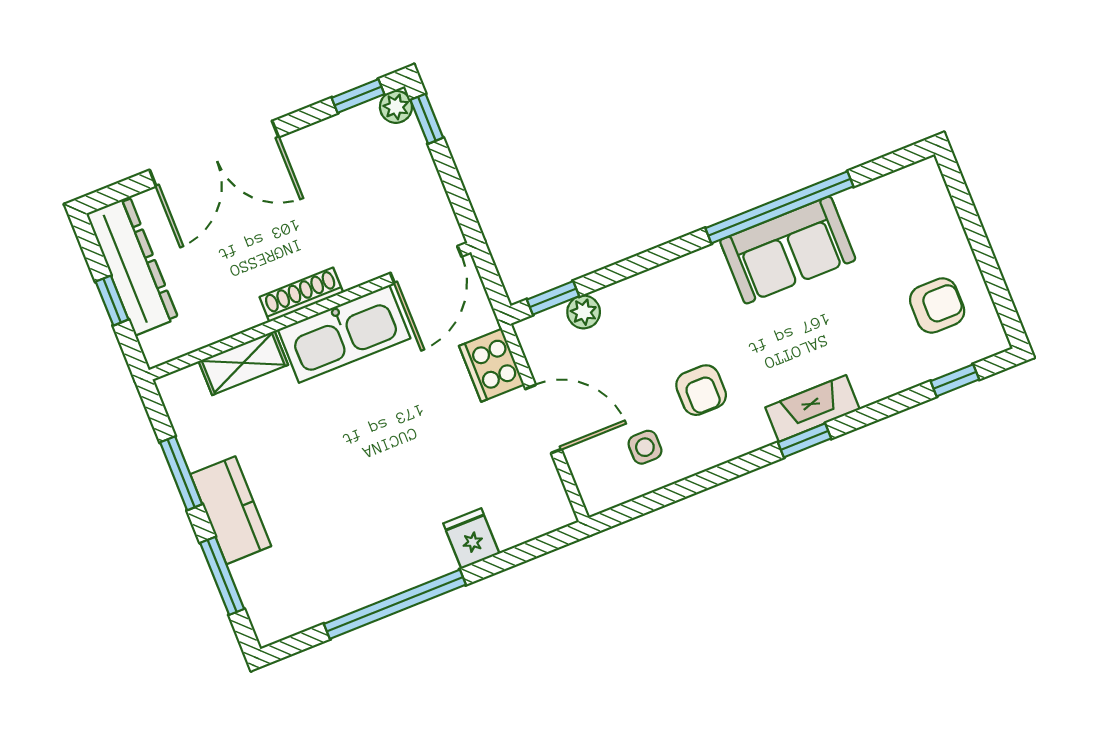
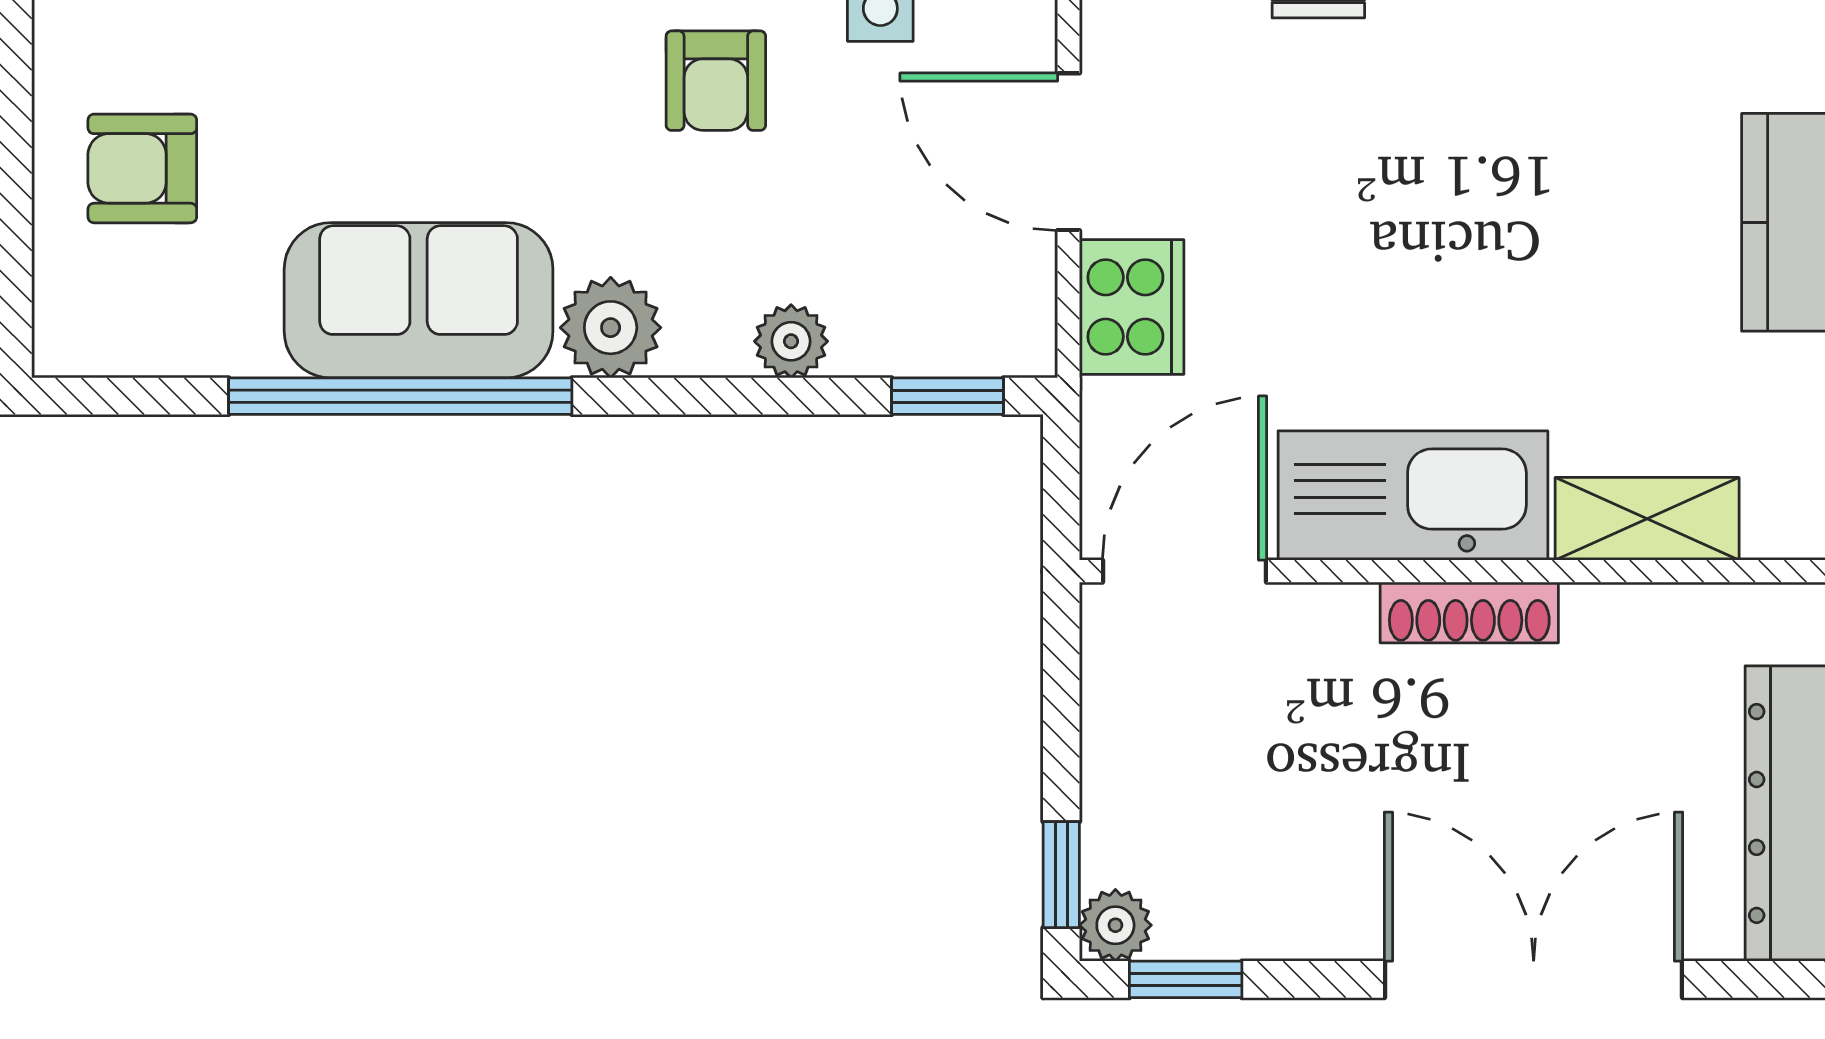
plant: (704, 271) -> (611, 328), added
armchair: (937, 305) -> (142, 168), moved
plant: (584, 312) -> (791, 341), moved
armchair: (701, 390) -> (716, 81), turned 180

